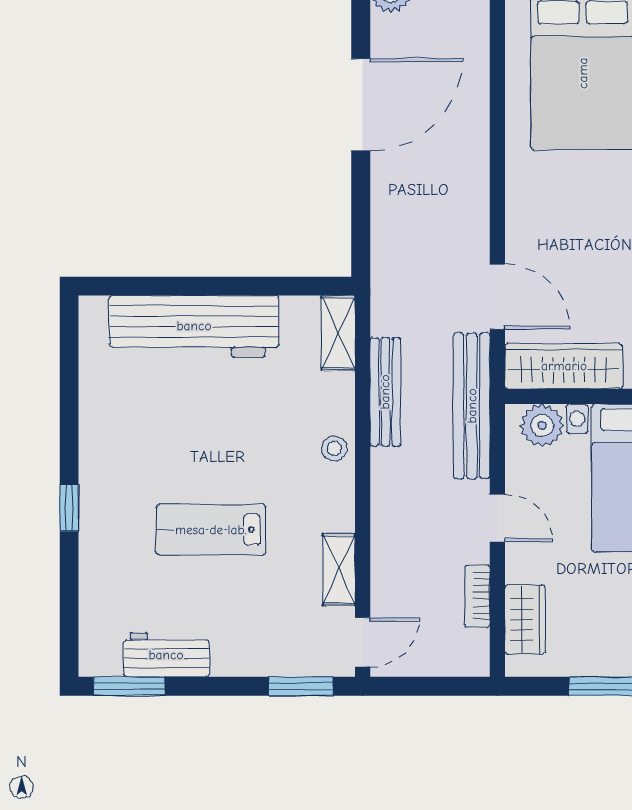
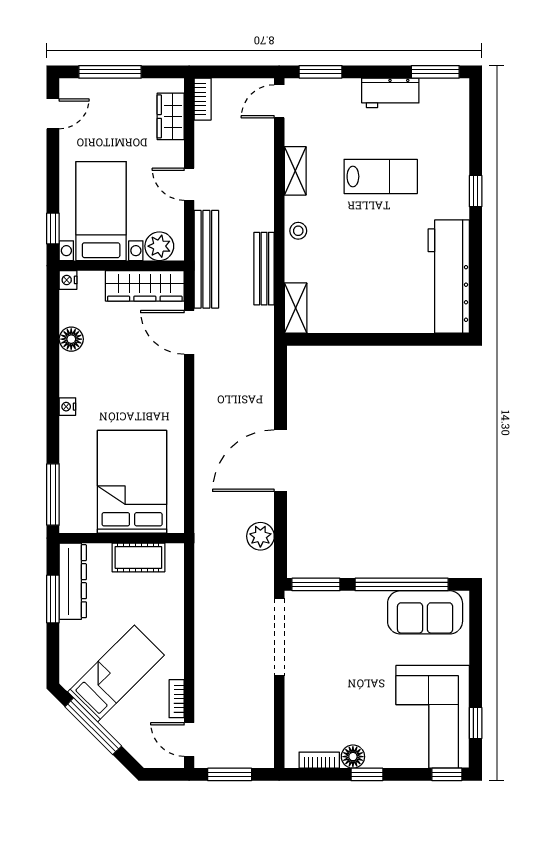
workbench: (194, 326) -> (449, 277), moved, turned -90
shelving: (339, 570) -> (295, 171), moved
bookcase: (477, 596) -> (203, 99), moved
workbench: (166, 655) -> (390, 93), moved

